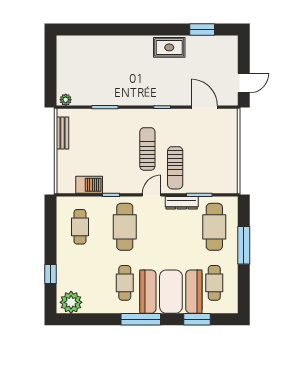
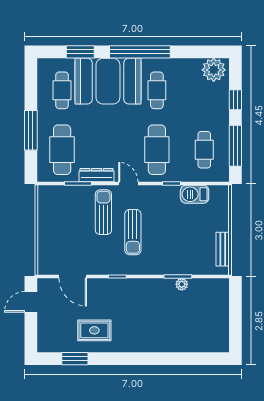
rug: (169, 47) -> (94, 330), moved
plant: (66, 100) -> (182, 284), moved
door: (152, 195) -> (128, 184), swing flipped
window: (51, 231) -> (235, 146), added
window: (141, 319) -> (140, 52), width x1.46

